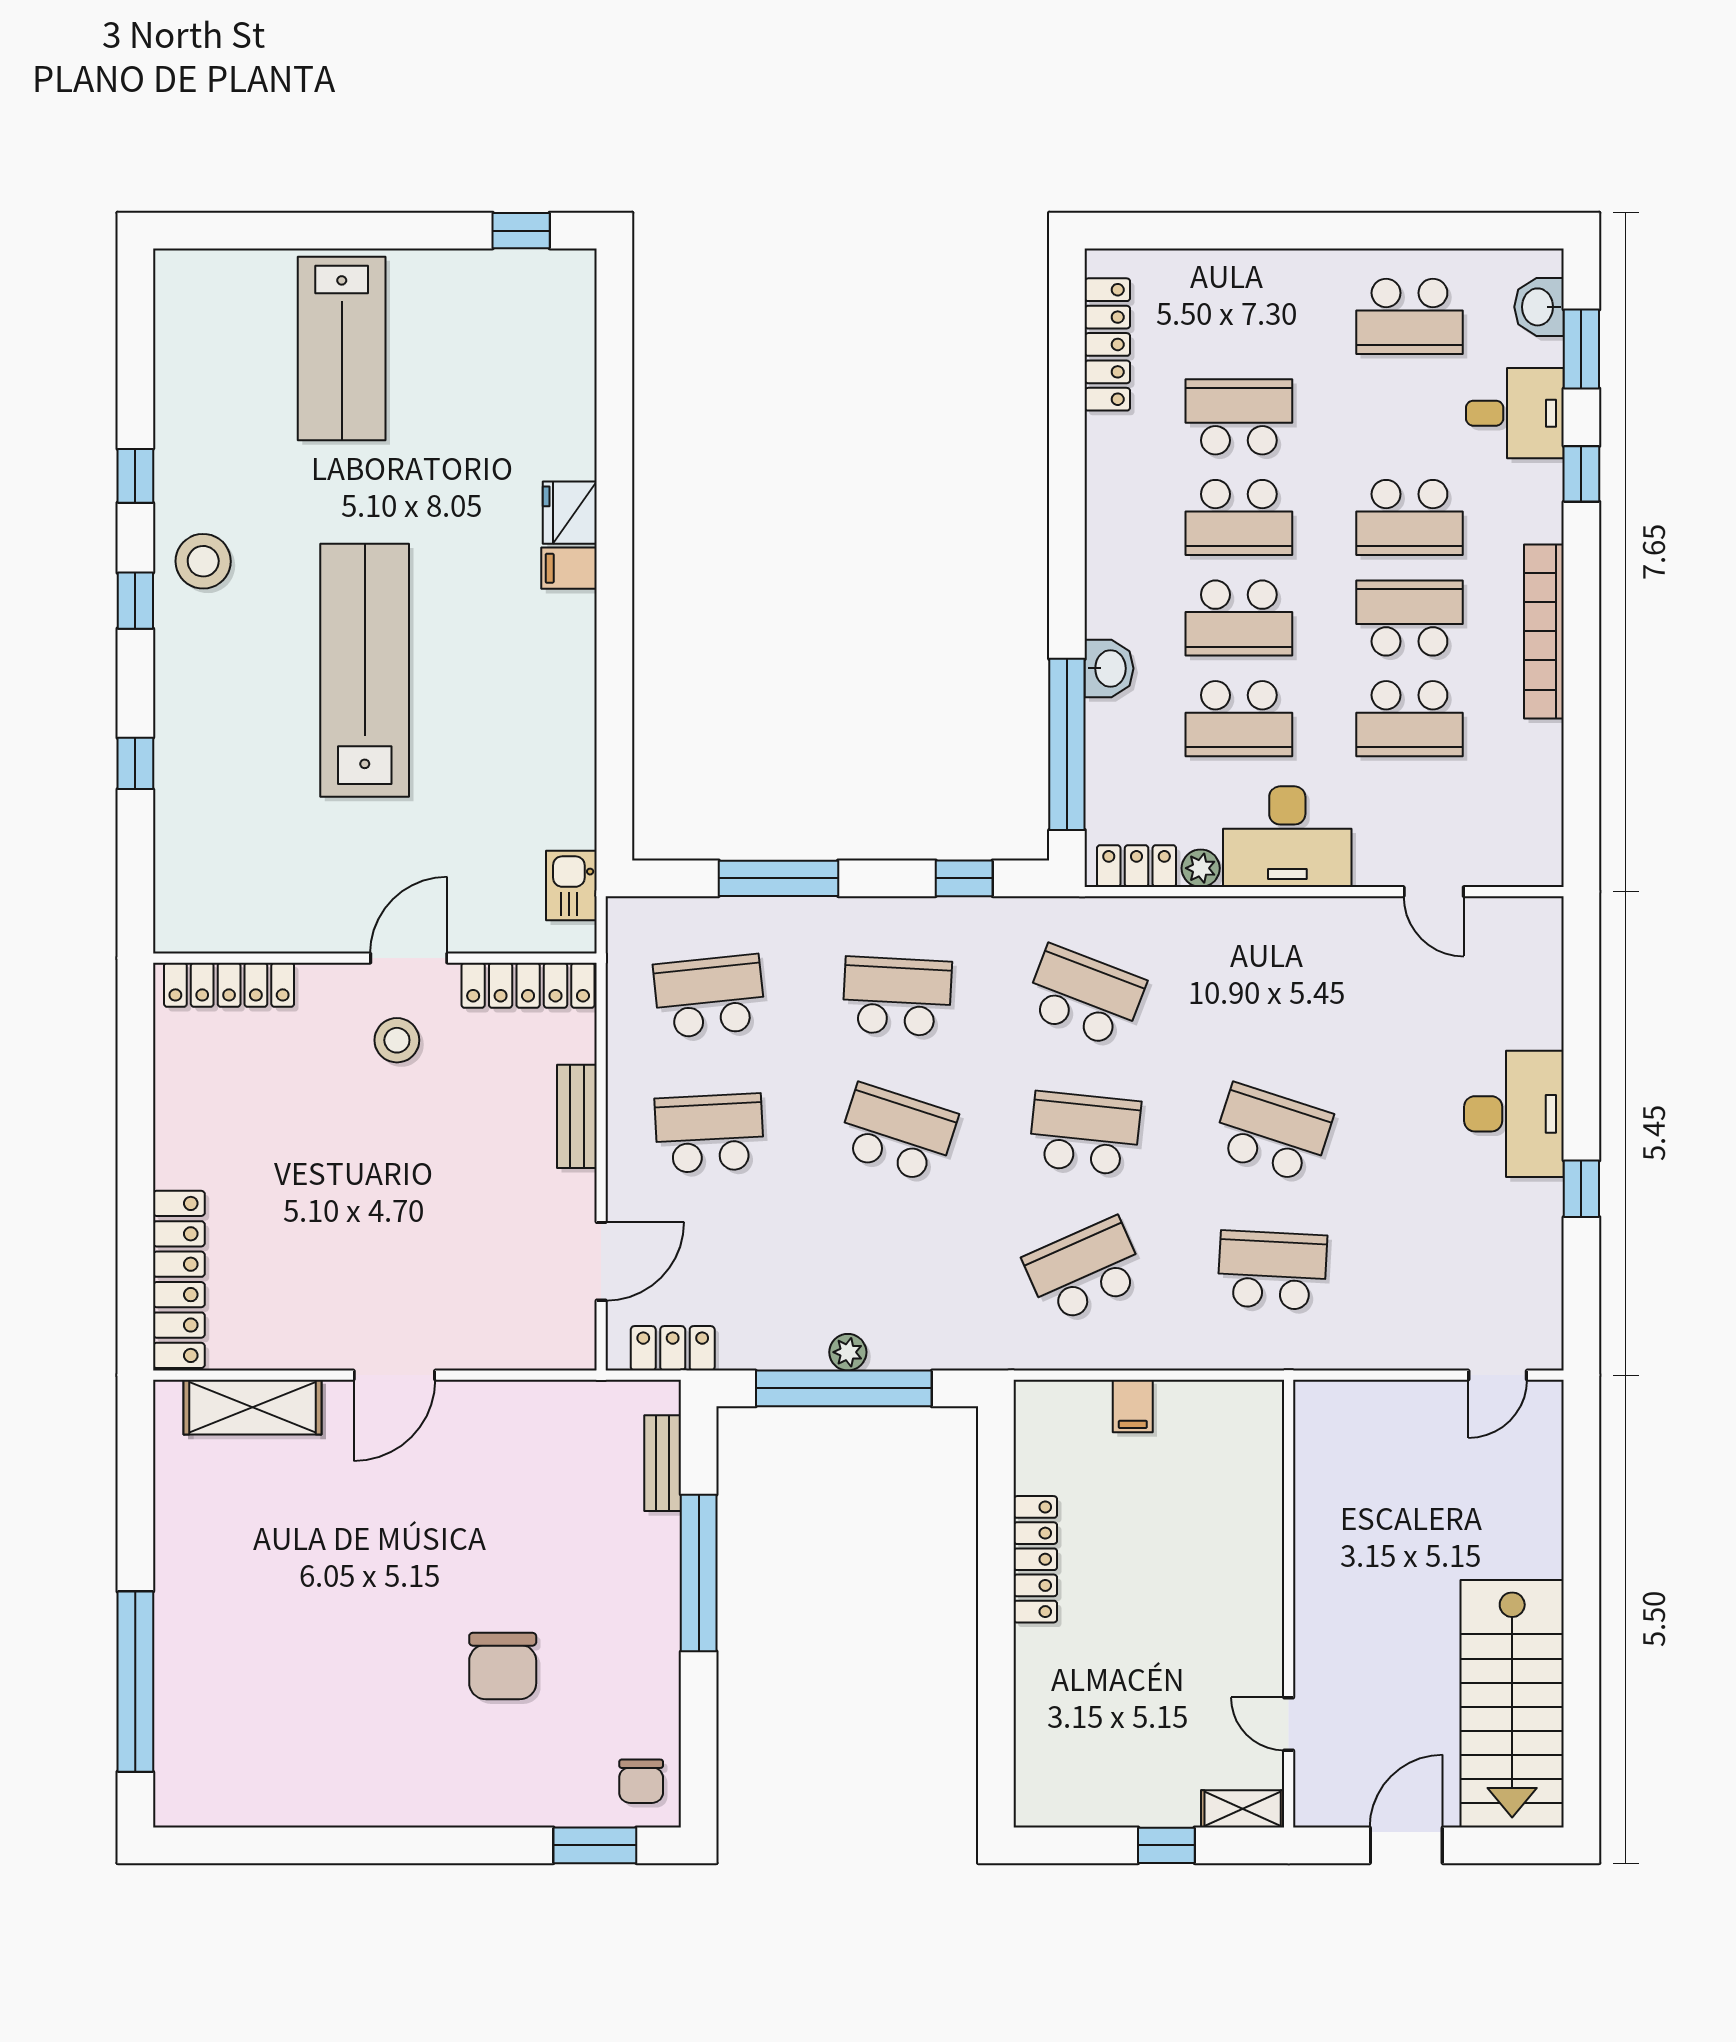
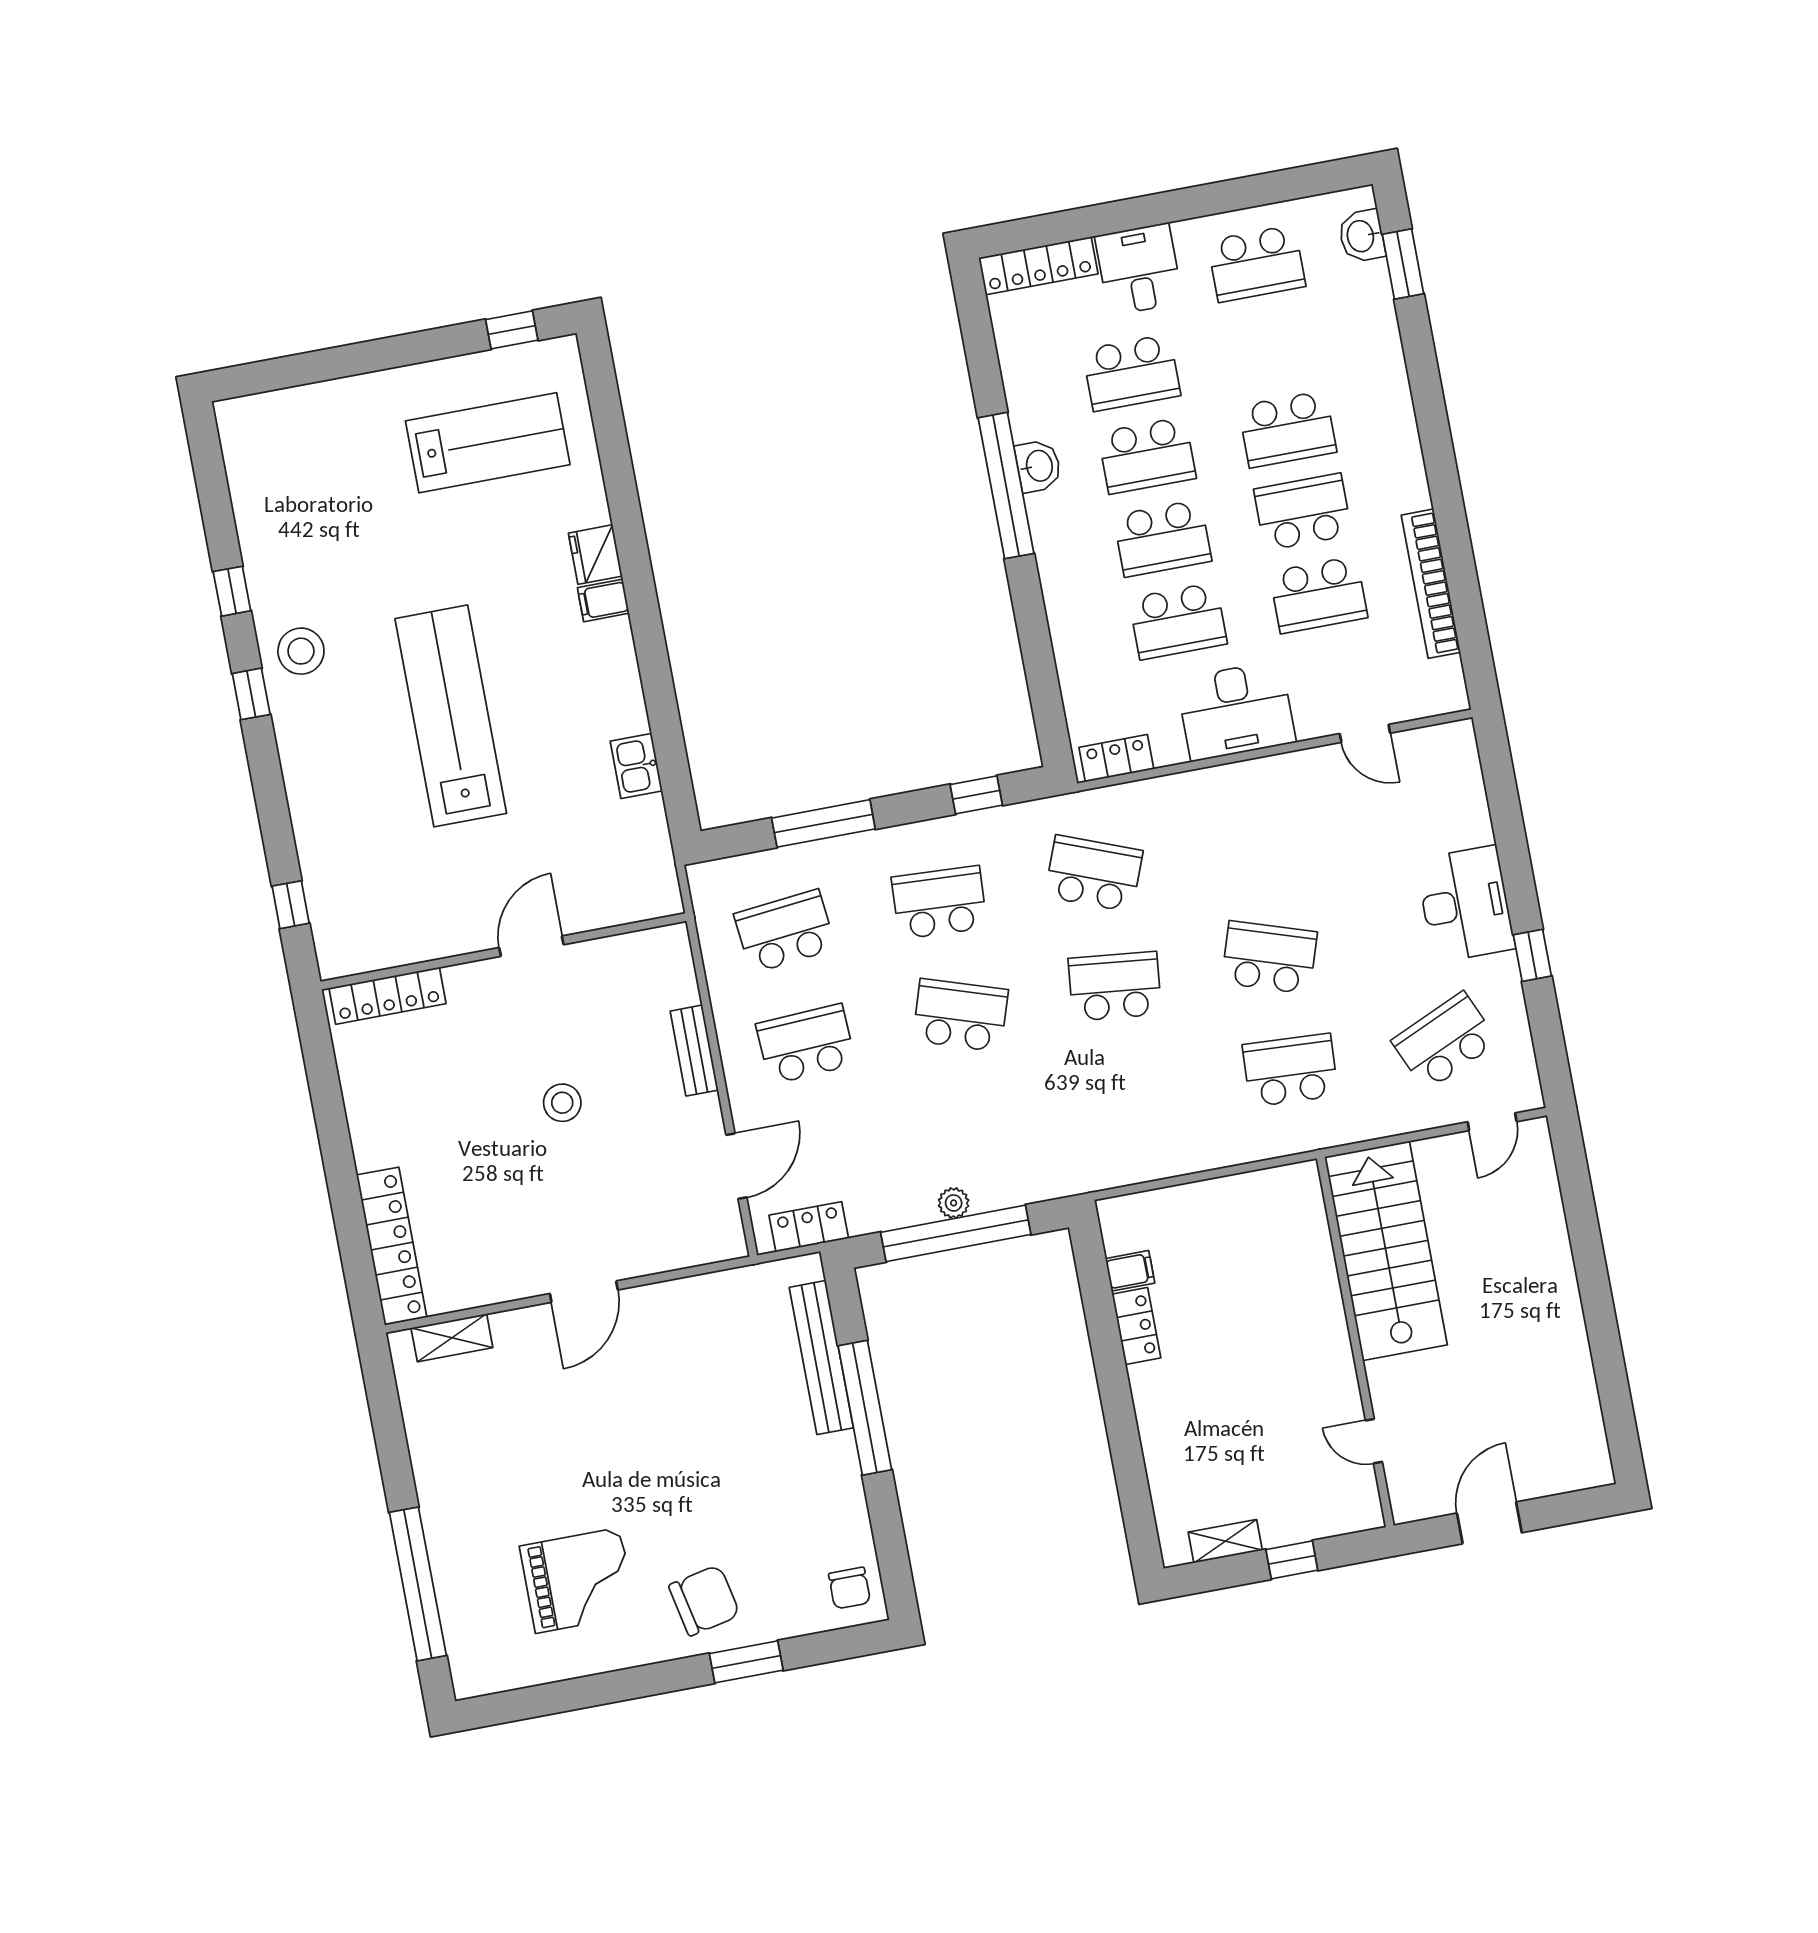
locker: (1107, 344) -> (1038, 266), moved, turned 90
lab bench: (342, 348) -> (488, 443), moved, turned -90
desk: (1515, 413) -> (1139, 269), moved, turned -90
school desk: (1239, 417) -> (1131, 373), turned 180
window: (1581, 474) -> (1422, 367), removed
bookcase: (1544, 631) -> (1431, 584), moved
washbasin: (1109, 668) -> (1038, 466), moved
window: (1067, 744) -> (1006, 486), moved
window: (135, 763) -> (291, 905), moved
plant: (1201, 868) -> (1169, 750), removed
kitchen sink: (571, 885) -> (636, 766), moved
locker: (528, 985) -> (634, 950), removed
stool: (397, 1040) -> (562, 1103), moved
school desk: (1085, 1270) -> (1445, 1041), moved
filing cabinet: (1133, 1406) -> (1130, 1271), moved, turned -90
shelving: (252, 1407) -> (452, 1338), width x0.67, depth x0.75
bench: (663, 1463) -> (821, 1358), width x1.86, depth x1.21
locker: (1035, 1559) -> (1136, 1326), width x0.66
chair: (503, 1666) -> (704, 1600), moved, turned -102
stairs: (1512, 1704) -> (1386, 1251), moved, turned 180
grand piano: (324, 1713) -> (578, 1580), added
shelving: (1243, 1809) -> (1225, 1541), moved
window: (595, 1845) -> (746, 1662), moved

